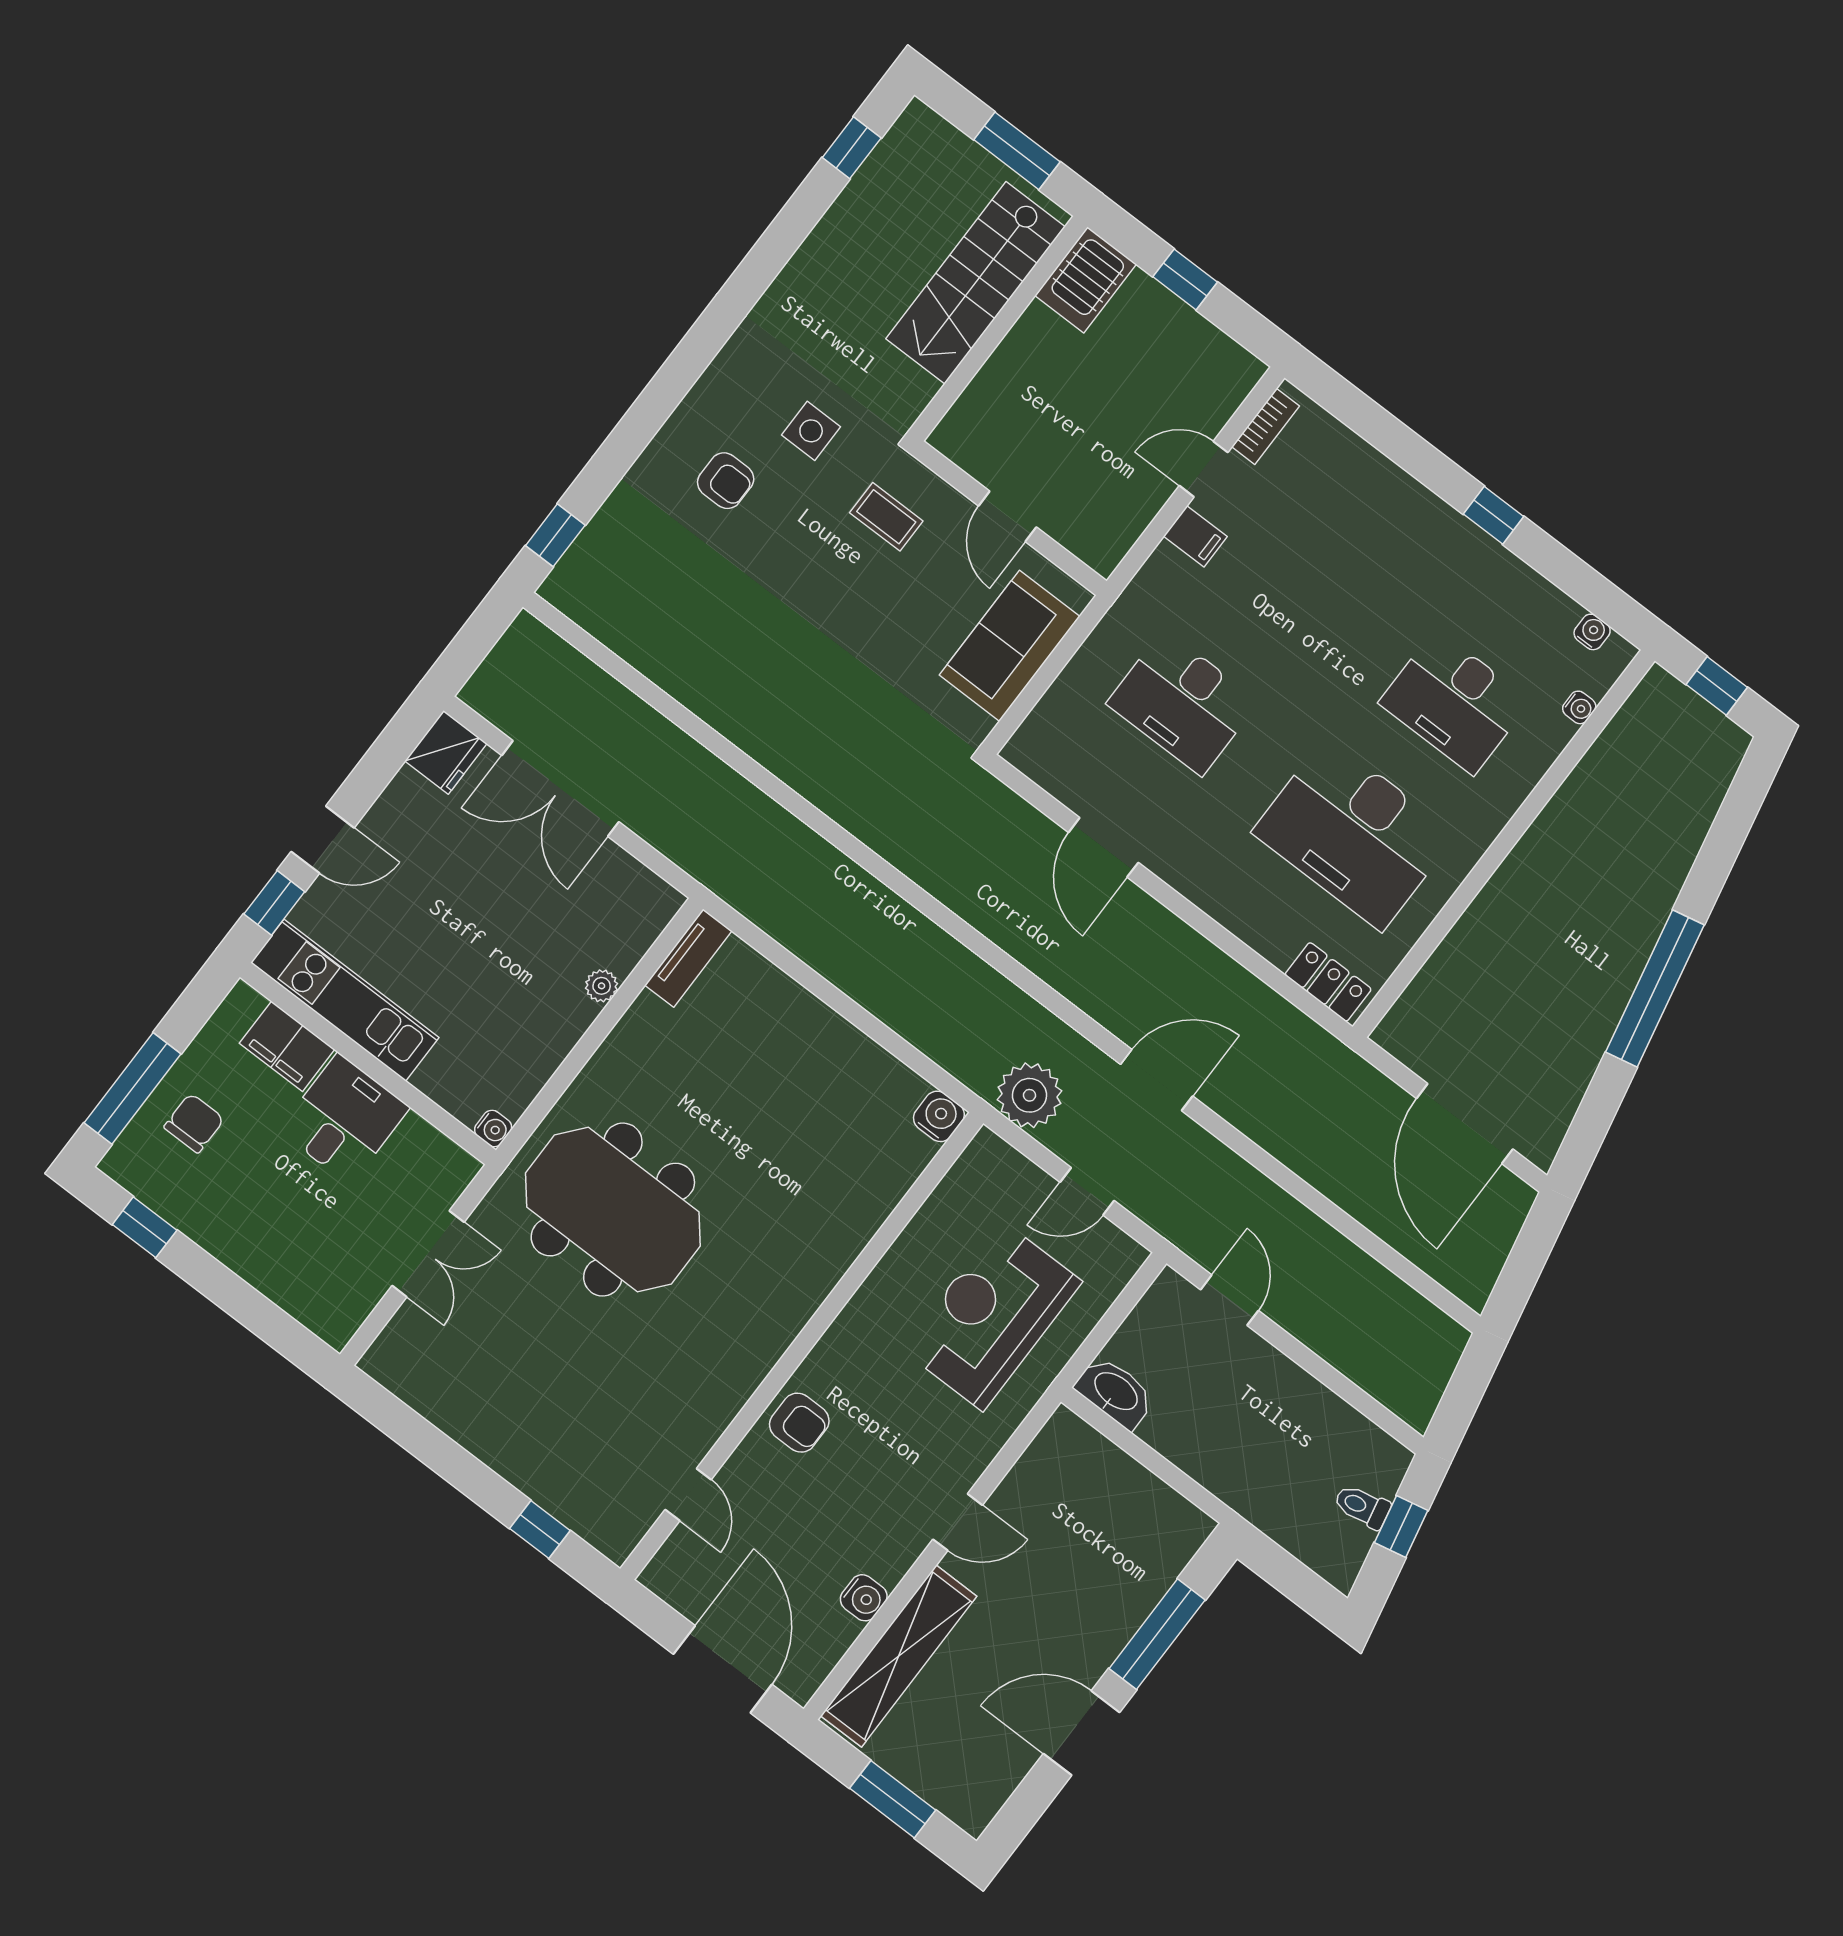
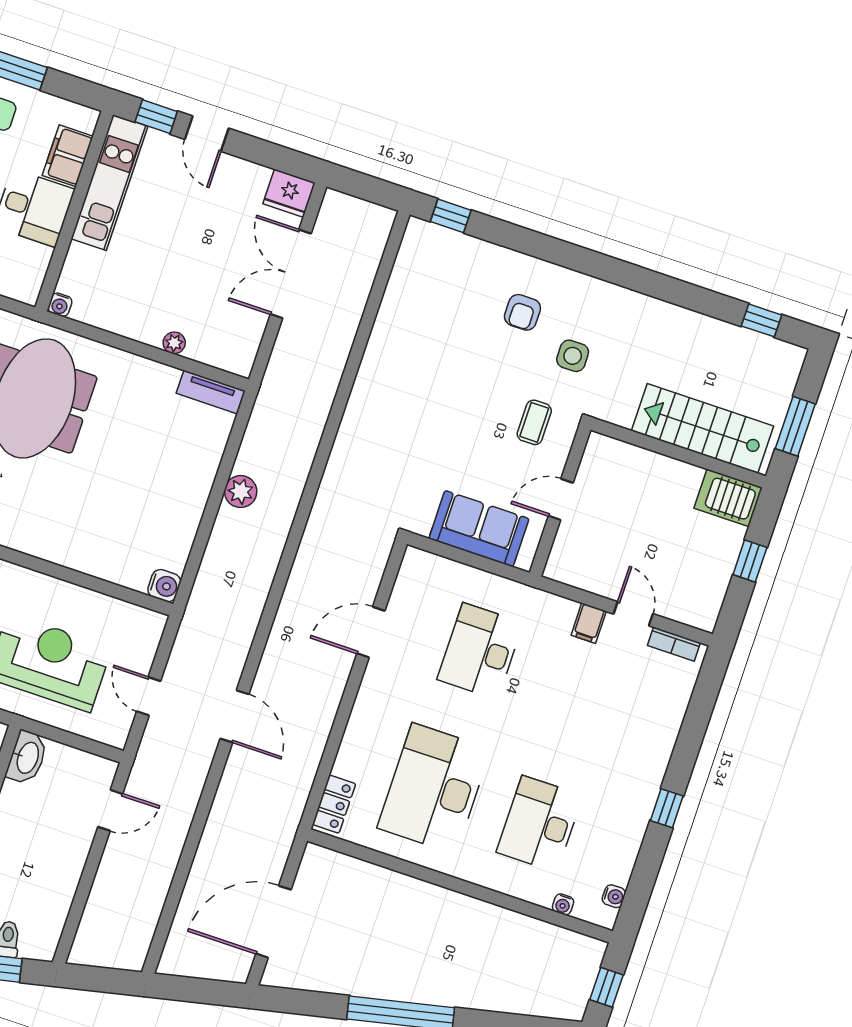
plant: (1030, 1095) -> (241, 492), moved, width x0.73, depth x0.73

